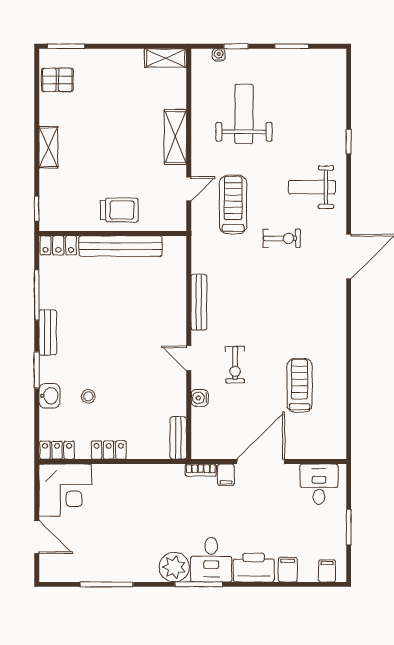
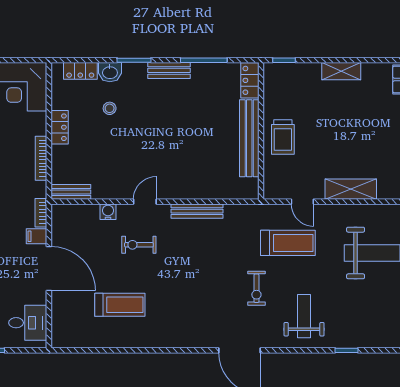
locker: (57, 450) -> (80, 71), moved, turned 90
bookcase: (142, 470) -> (41, 158), added

